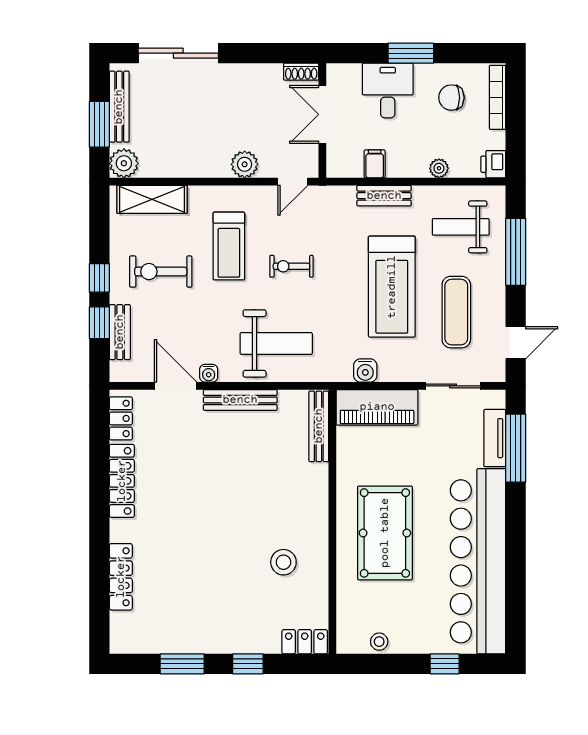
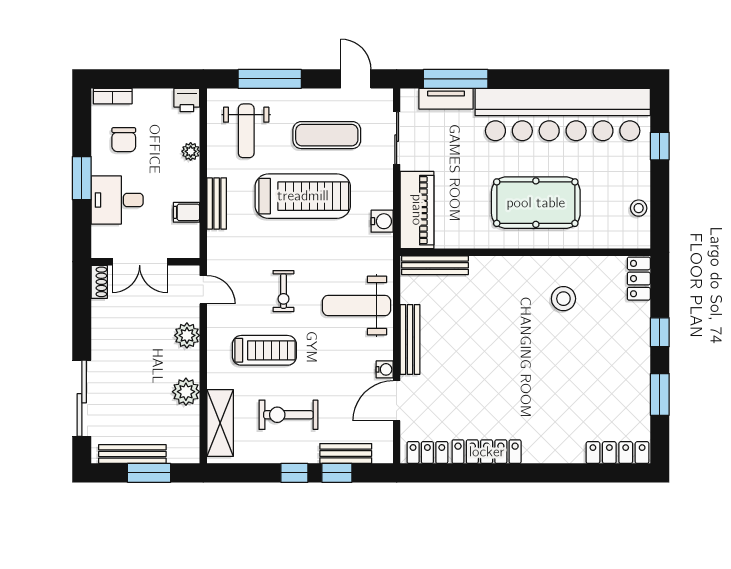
bookcase: (498, 97) -> (113, 96), width x0.64
plant: (124, 163) -> (186, 392), moved
exercise bike: (161, 272) -> (288, 415), turned 90
weight bench: (276, 343) -> (357, 306), turned -90
locker: (121, 577) -> (618, 453), moved

